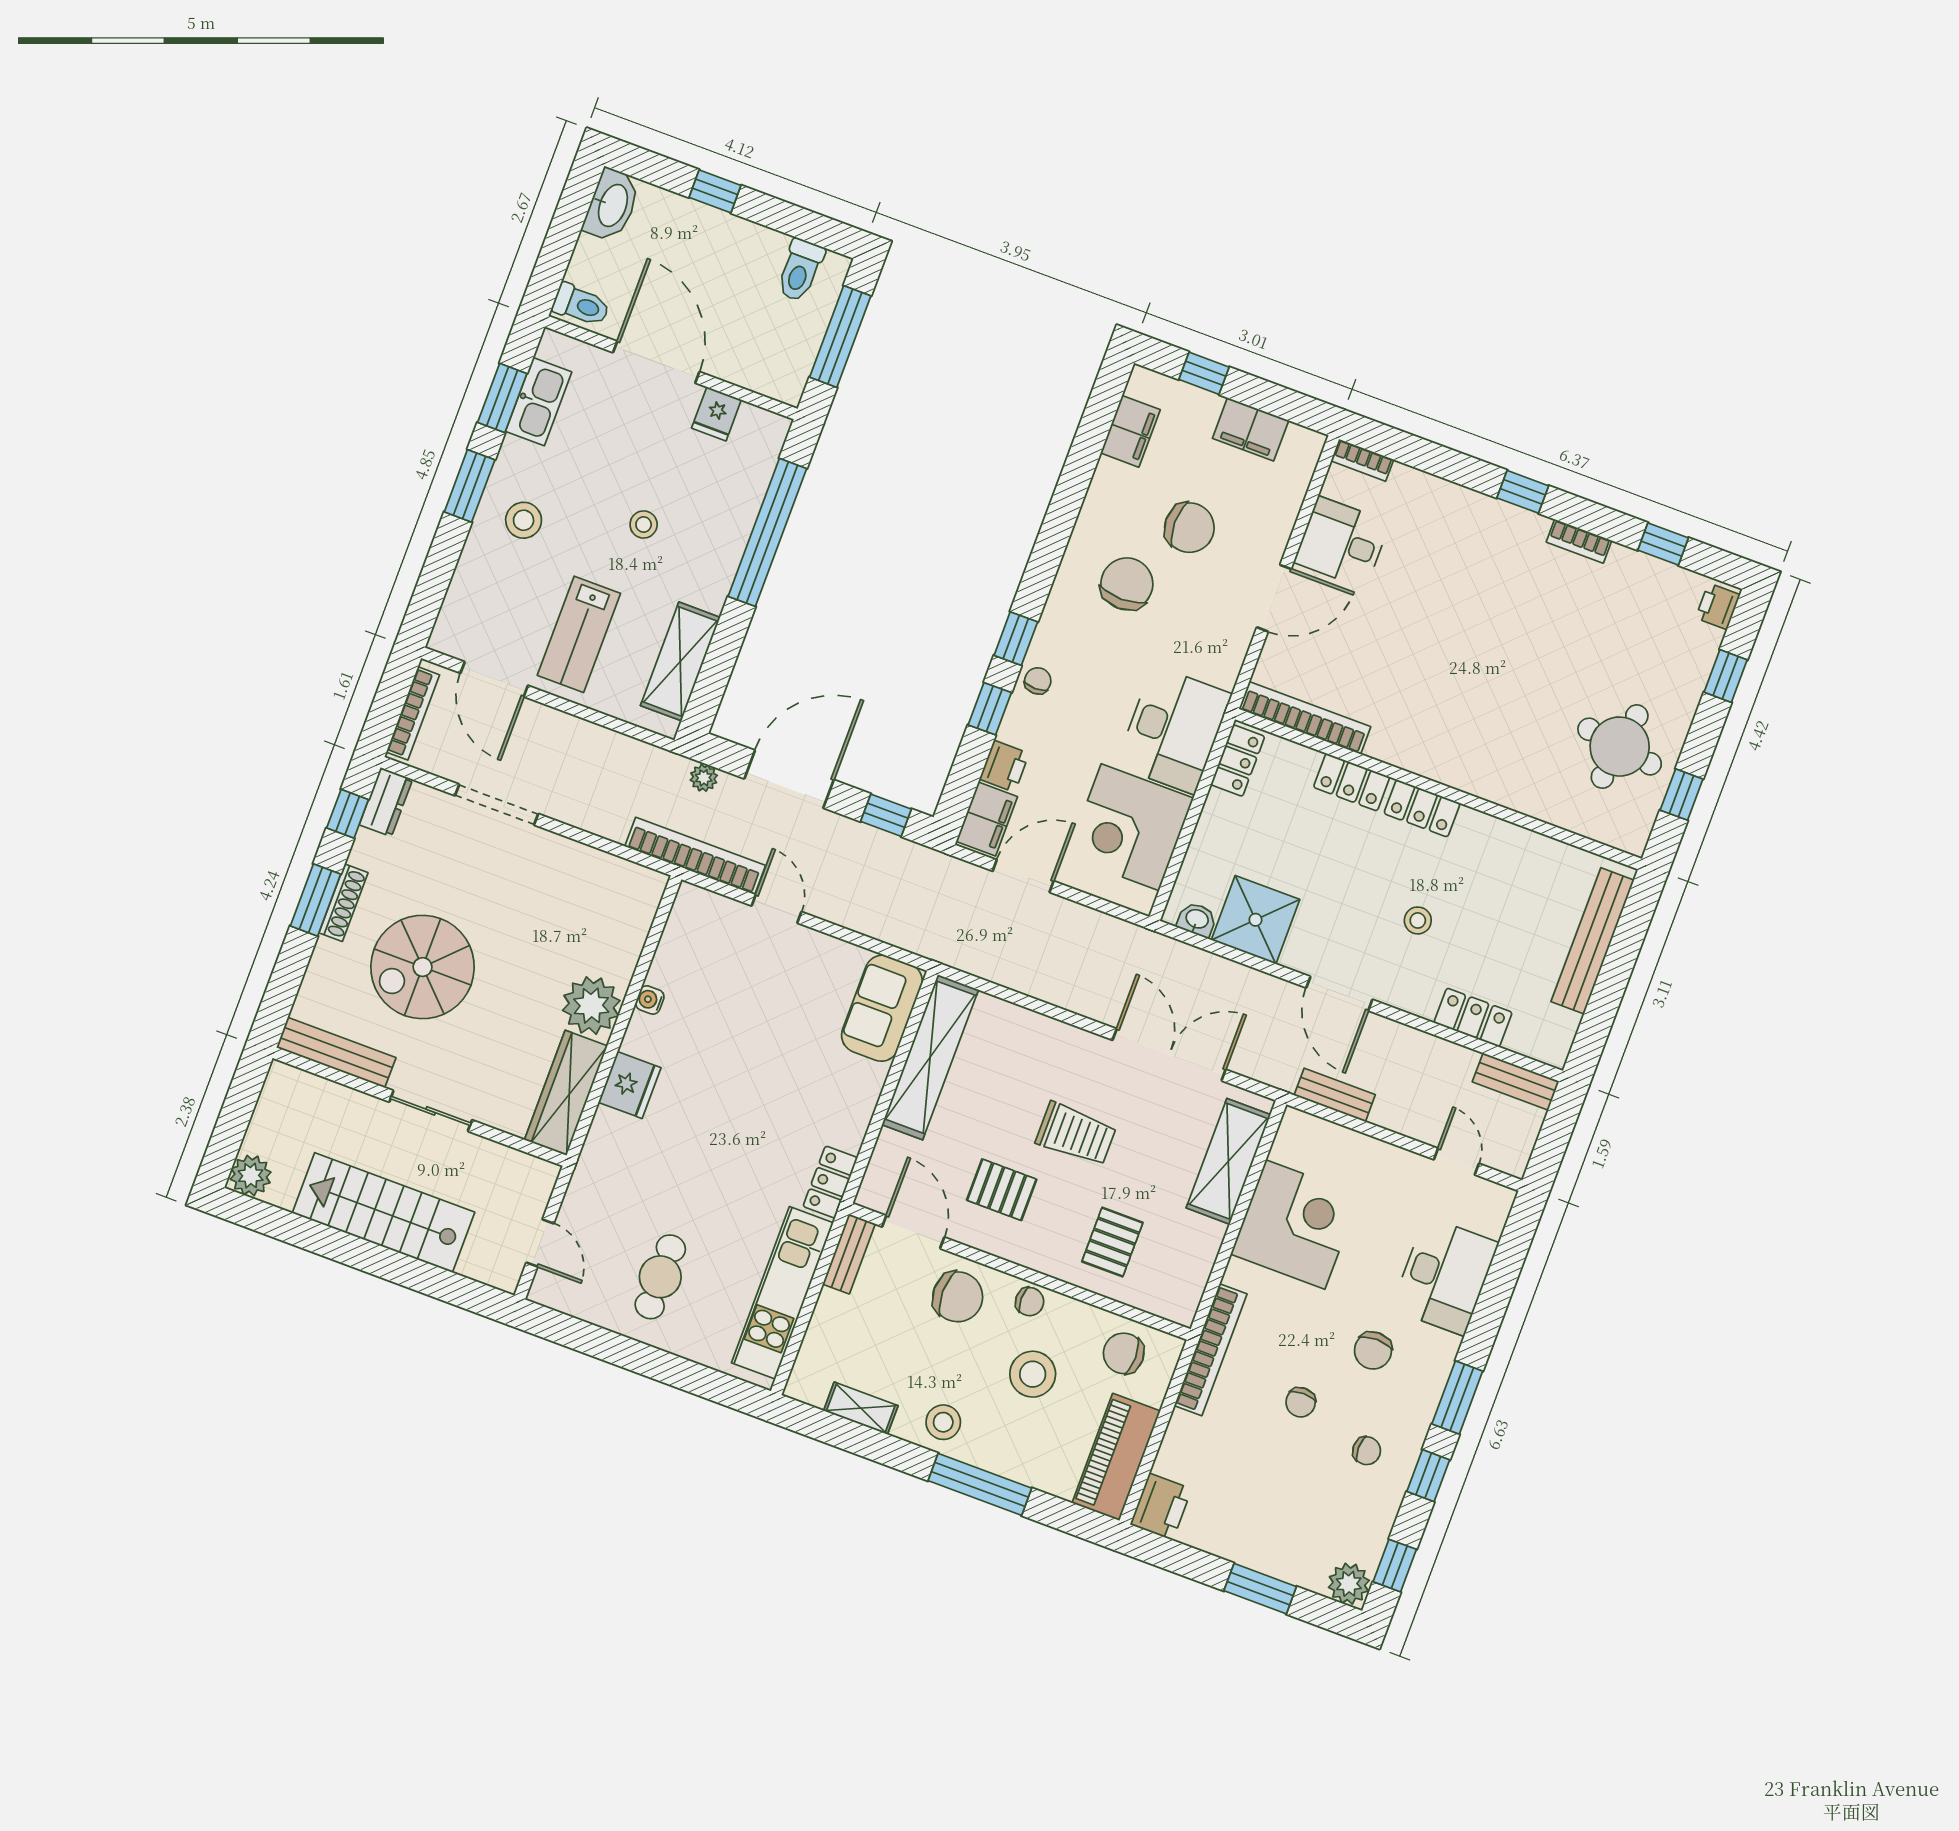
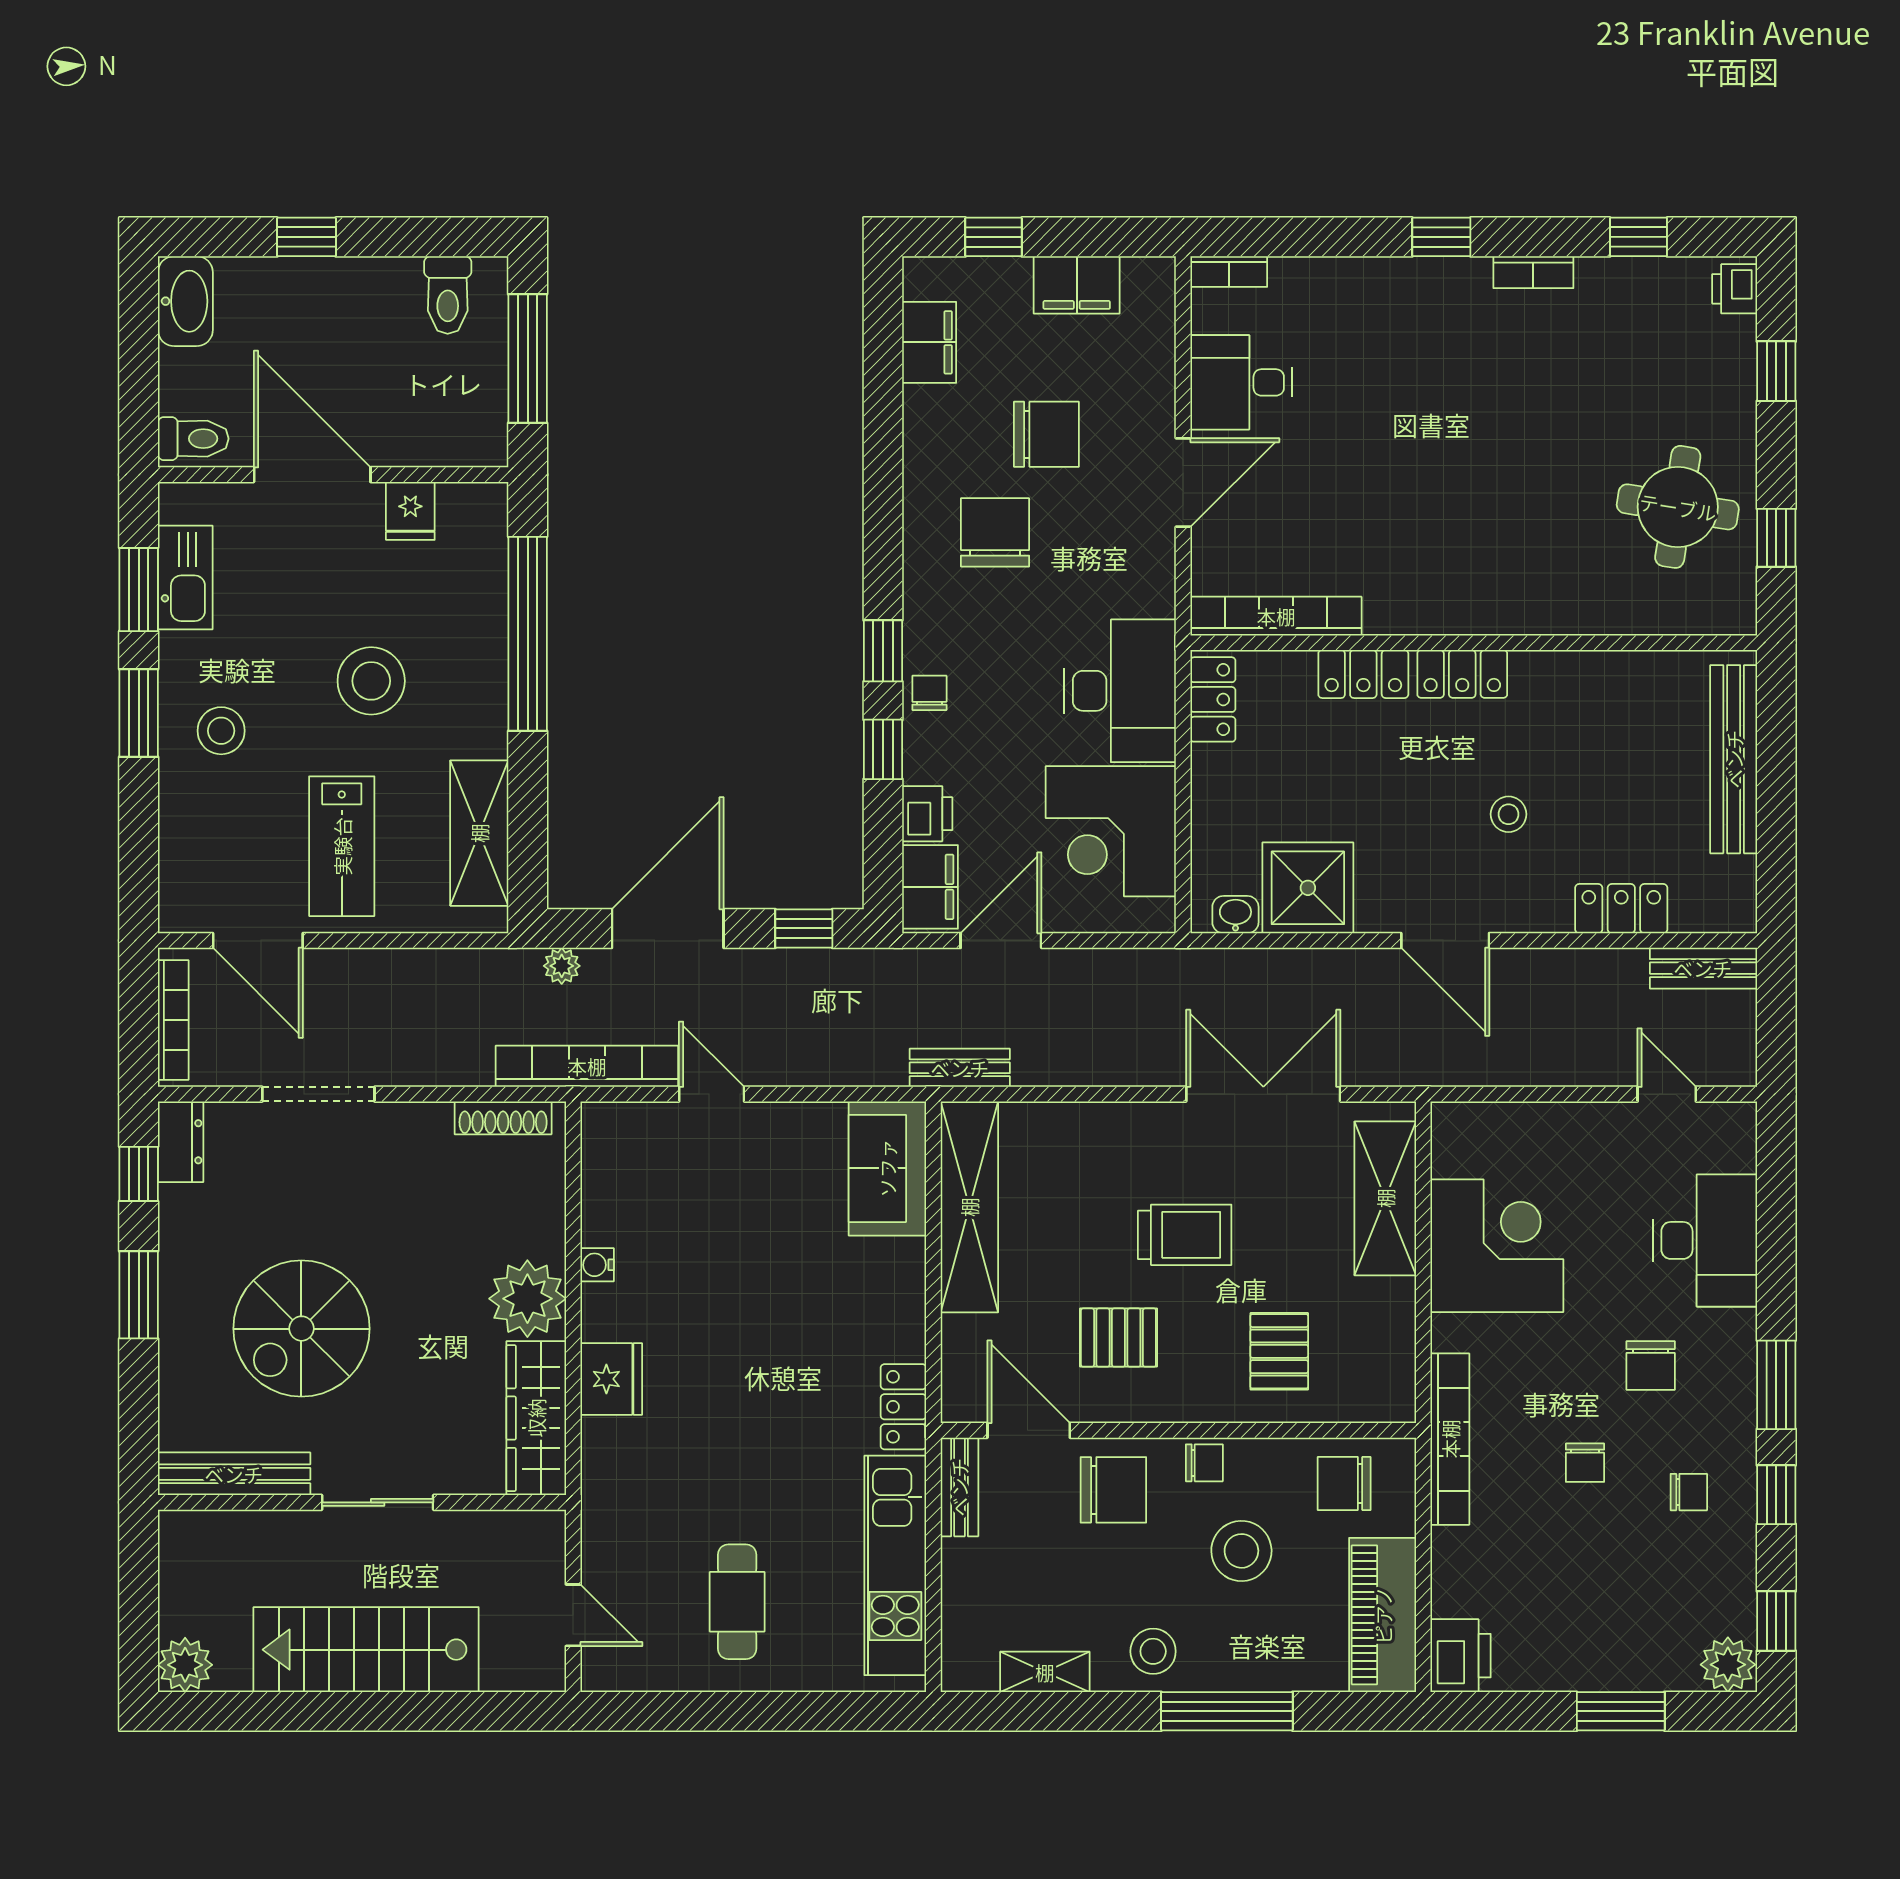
stool: (644, 524) -> (371, 681), width x1.89, depth x1.89
shoe rack: (343, 903) -> (503, 1118), moved, turned 90
bench: (1335, 1095) -> (960, 1068), moved

